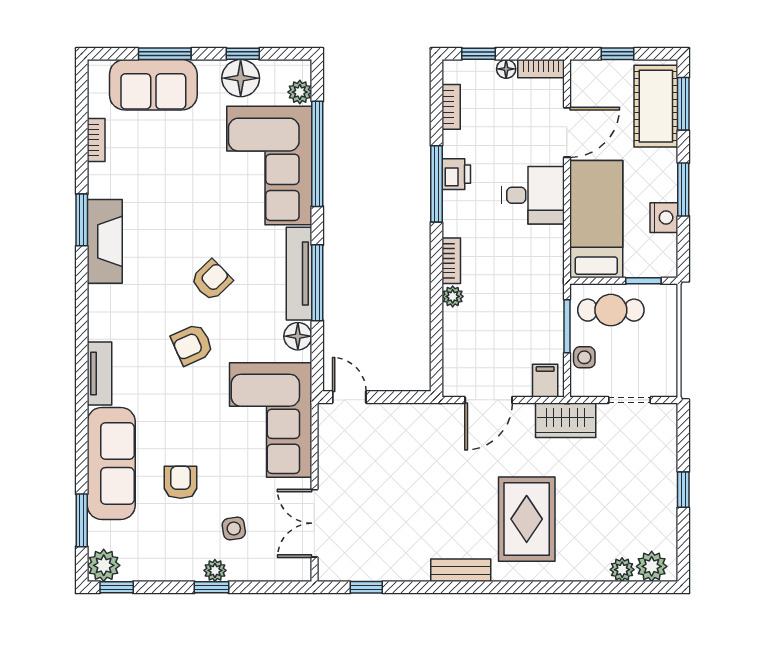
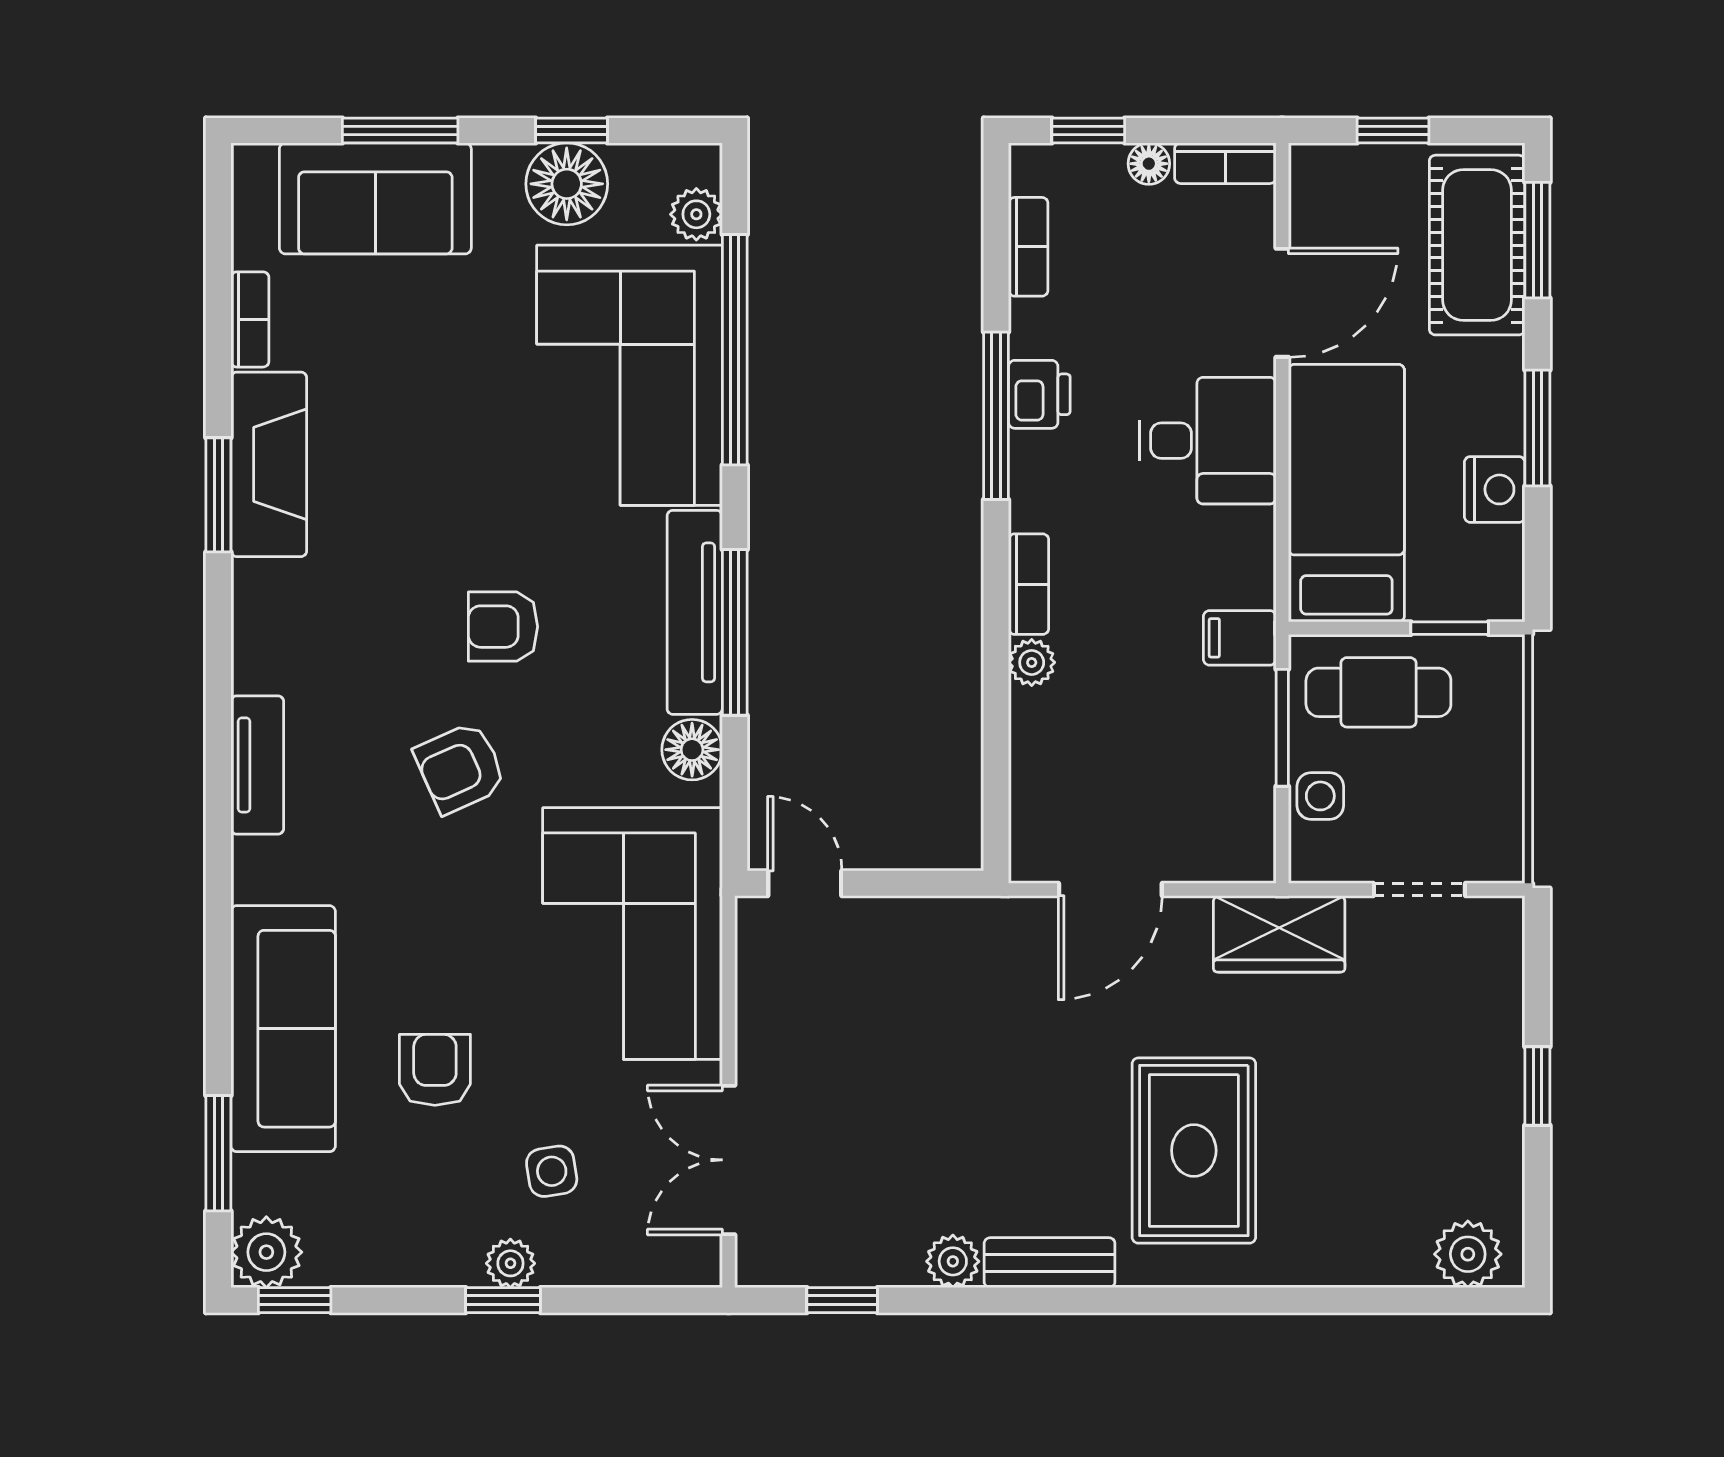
fireplace: (105, 241) -> (269, 464), moved
armchair: (212, 280) -> (503, 627), turned -136
tv unit: (99, 374) -> (257, 765), moved
filing cabinet: (545, 381) -> (1240, 638), moved, turned -90
plant: (622, 570) -> (953, 1261), moved

